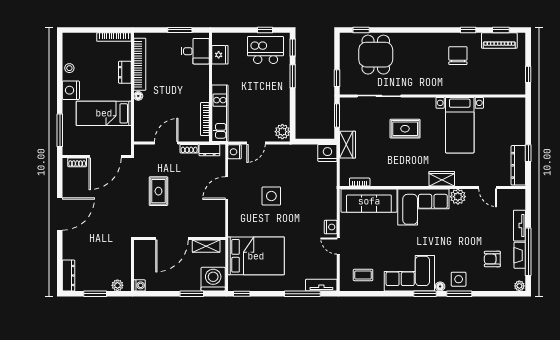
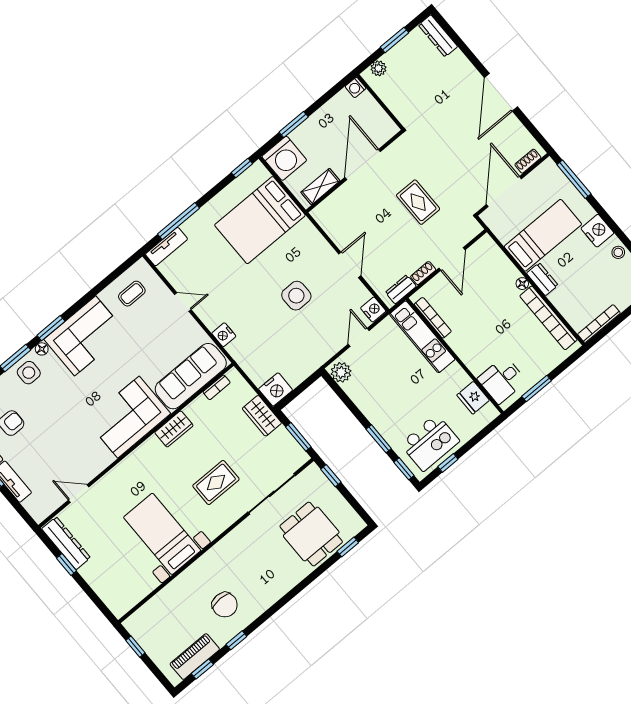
dresser: (125, 72) -> (542, 279), moved
wardrobe: (442, 179) -> (174, 429), moved
plant: (458, 197) -> (102, 458), removed
nightstand: (331, 227) -> (224, 335), moved

